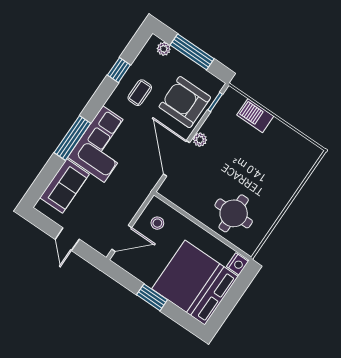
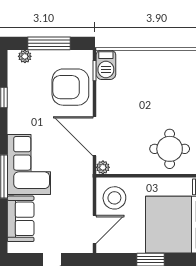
coffee table: (140, 93) -> (30, 104), removed
barbecue: (255, 116) -> (106, 65), moved, turned -90
plant: (200, 140) -> (103, 167), moved
stool: (157, 223) -> (114, 198), width x1.89, depth x1.89

